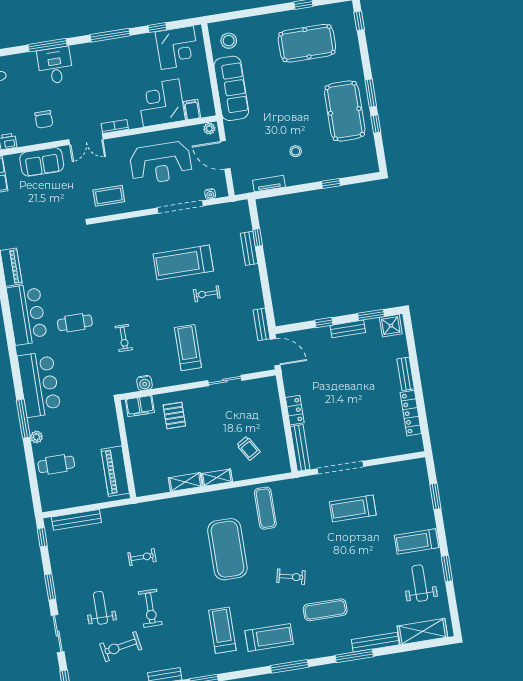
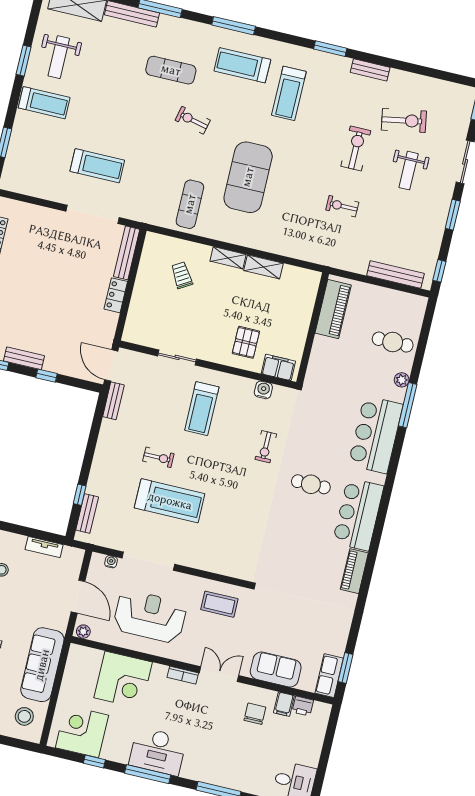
desk: (55, 66) -> (158, 751), moved, width x1.37
filing cabinet: (192, 110) -> (284, 704), moved
bench: (249, 248) -> (87, 513), moved
exercise bike: (124, 338) -> (266, 447), turned 180

